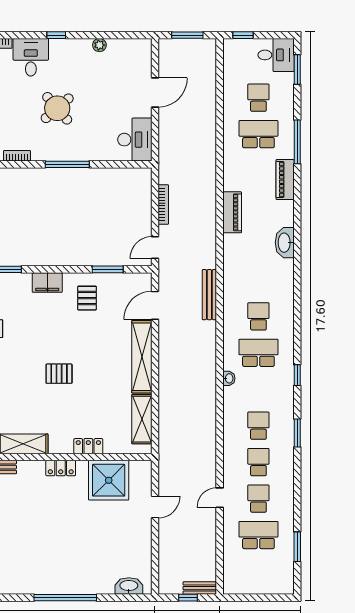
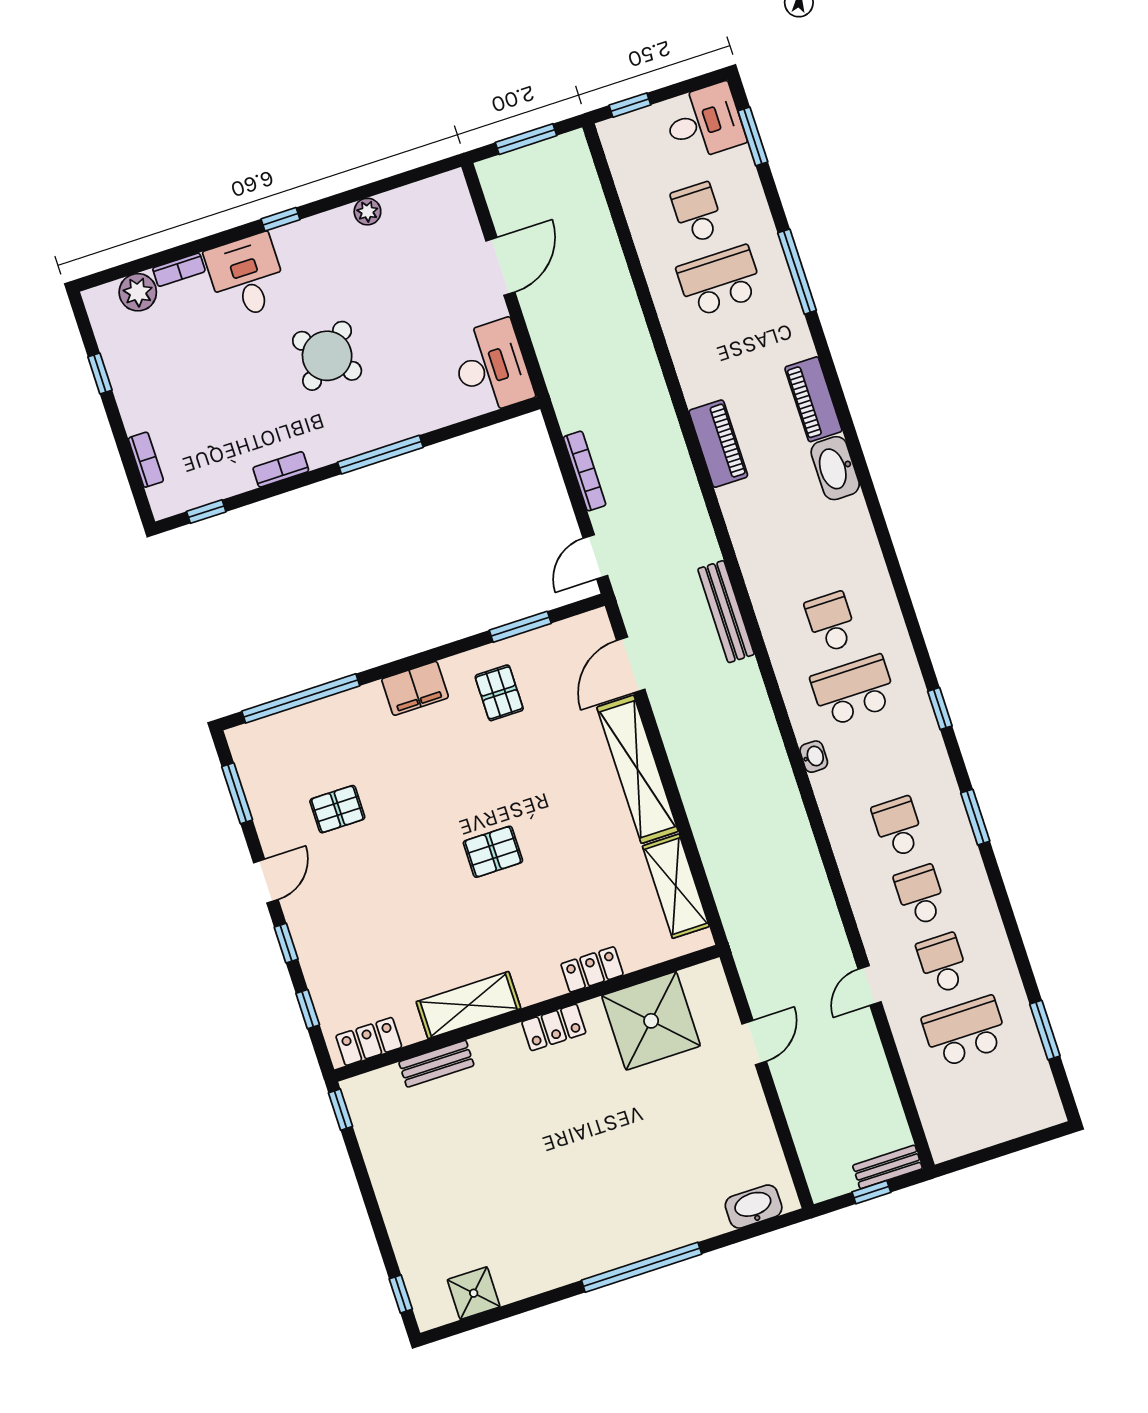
piano: (285, 180) -> (813, 399), moved

